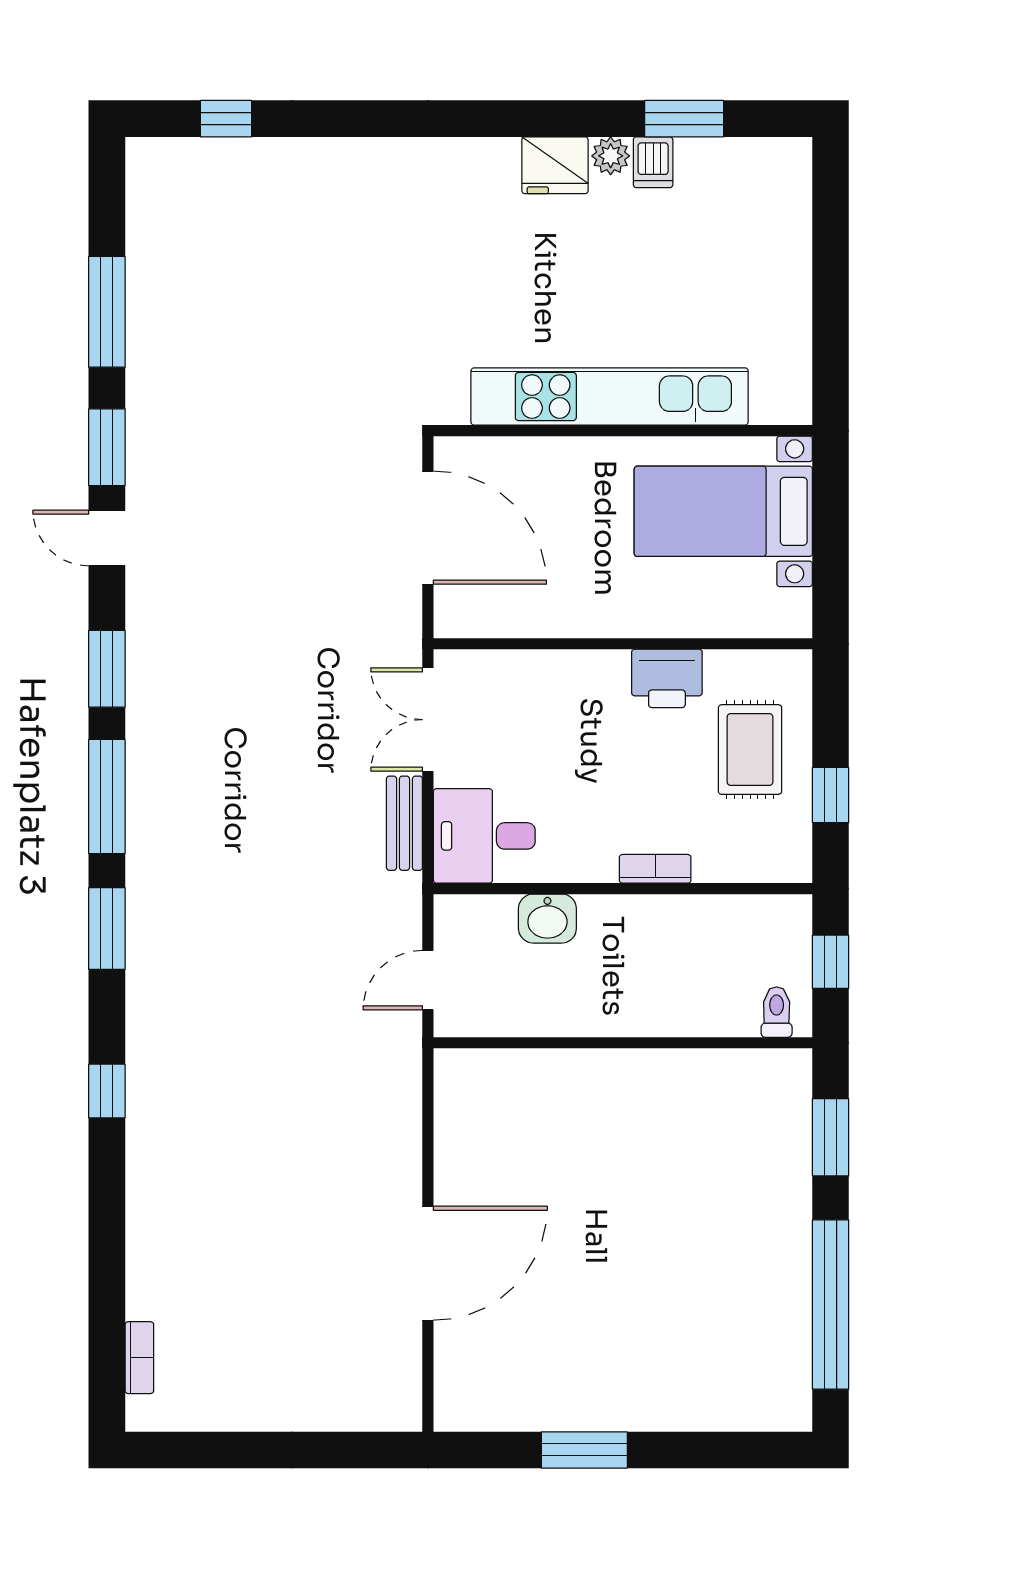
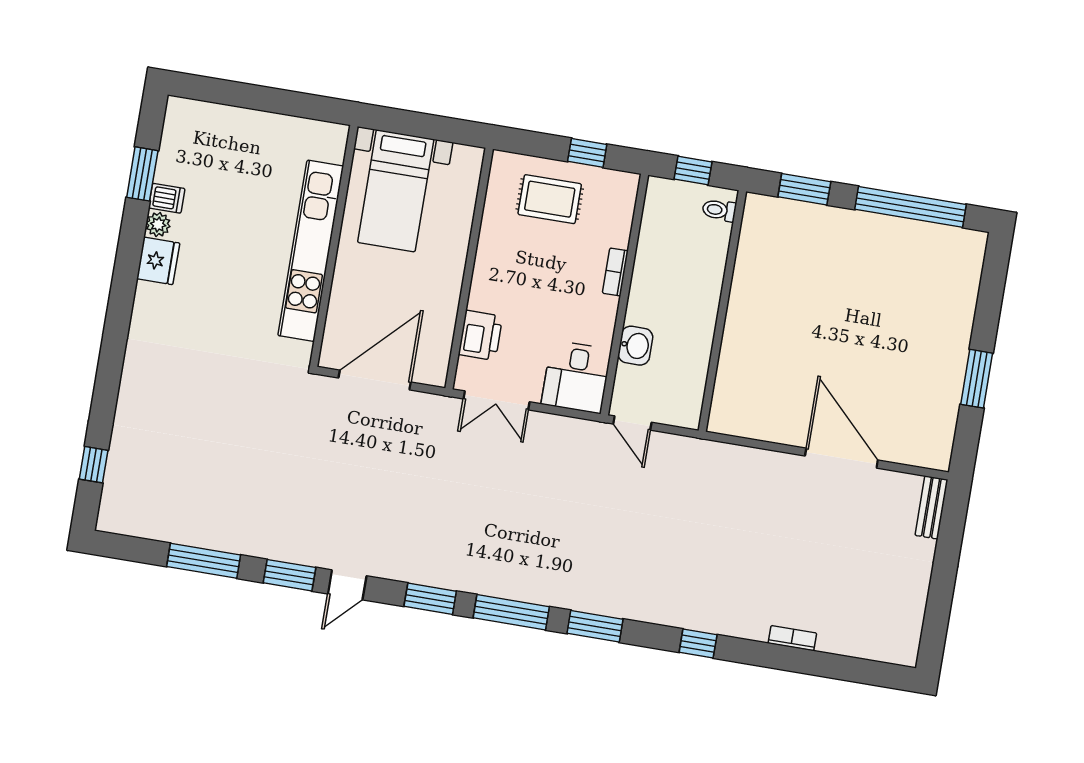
printer: (667, 678) -> (480, 335), moved
bench: (404, 823) -> (931, 507), moved, turned 90
door: (428, 980) -> (632, 423), moved
bookcase: (139, 1358) -> (792, 638), moved

